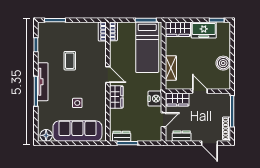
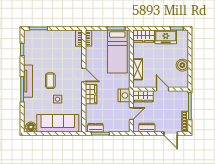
coffee table: (70, 61) -> (50, 81), moved

